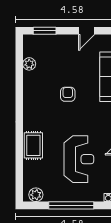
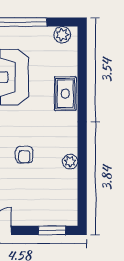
plant: (29, 64) -> (70, 162), moved

